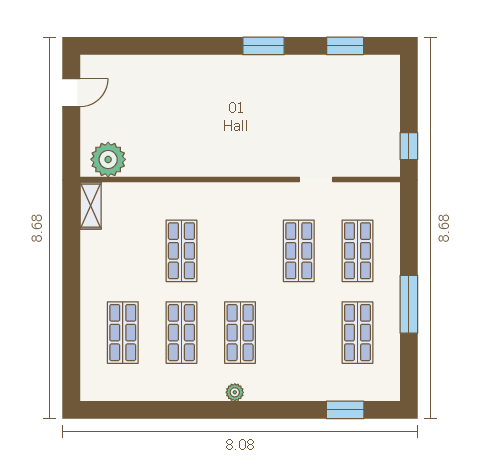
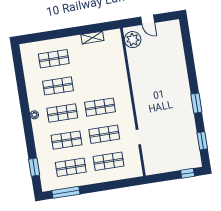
door: (71, 93) -> (148, 20), moved
window: (409, 146) -> (188, 173), moved
shelving: (91, 206) -> (92, 38), moved
shop shelf: (181, 251) -> (100, 107), moved
window: (409, 304) -> (66, 192), moved
shop shelf: (299, 333) -> (67, 140), added

